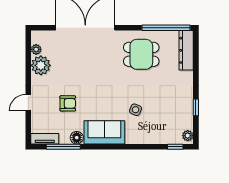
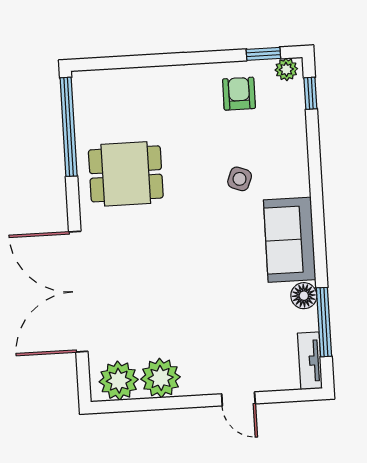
plant: (36, 49) -> (119, 381), width x1.88, depth x1.88
dresser: (186, 50) -> (112, 83), removed
dining table: (141, 54) -> (126, 174), turned 90
armchair: (68, 103) -> (239, 94), moved
window: (196, 107) -> (263, 54), moved

